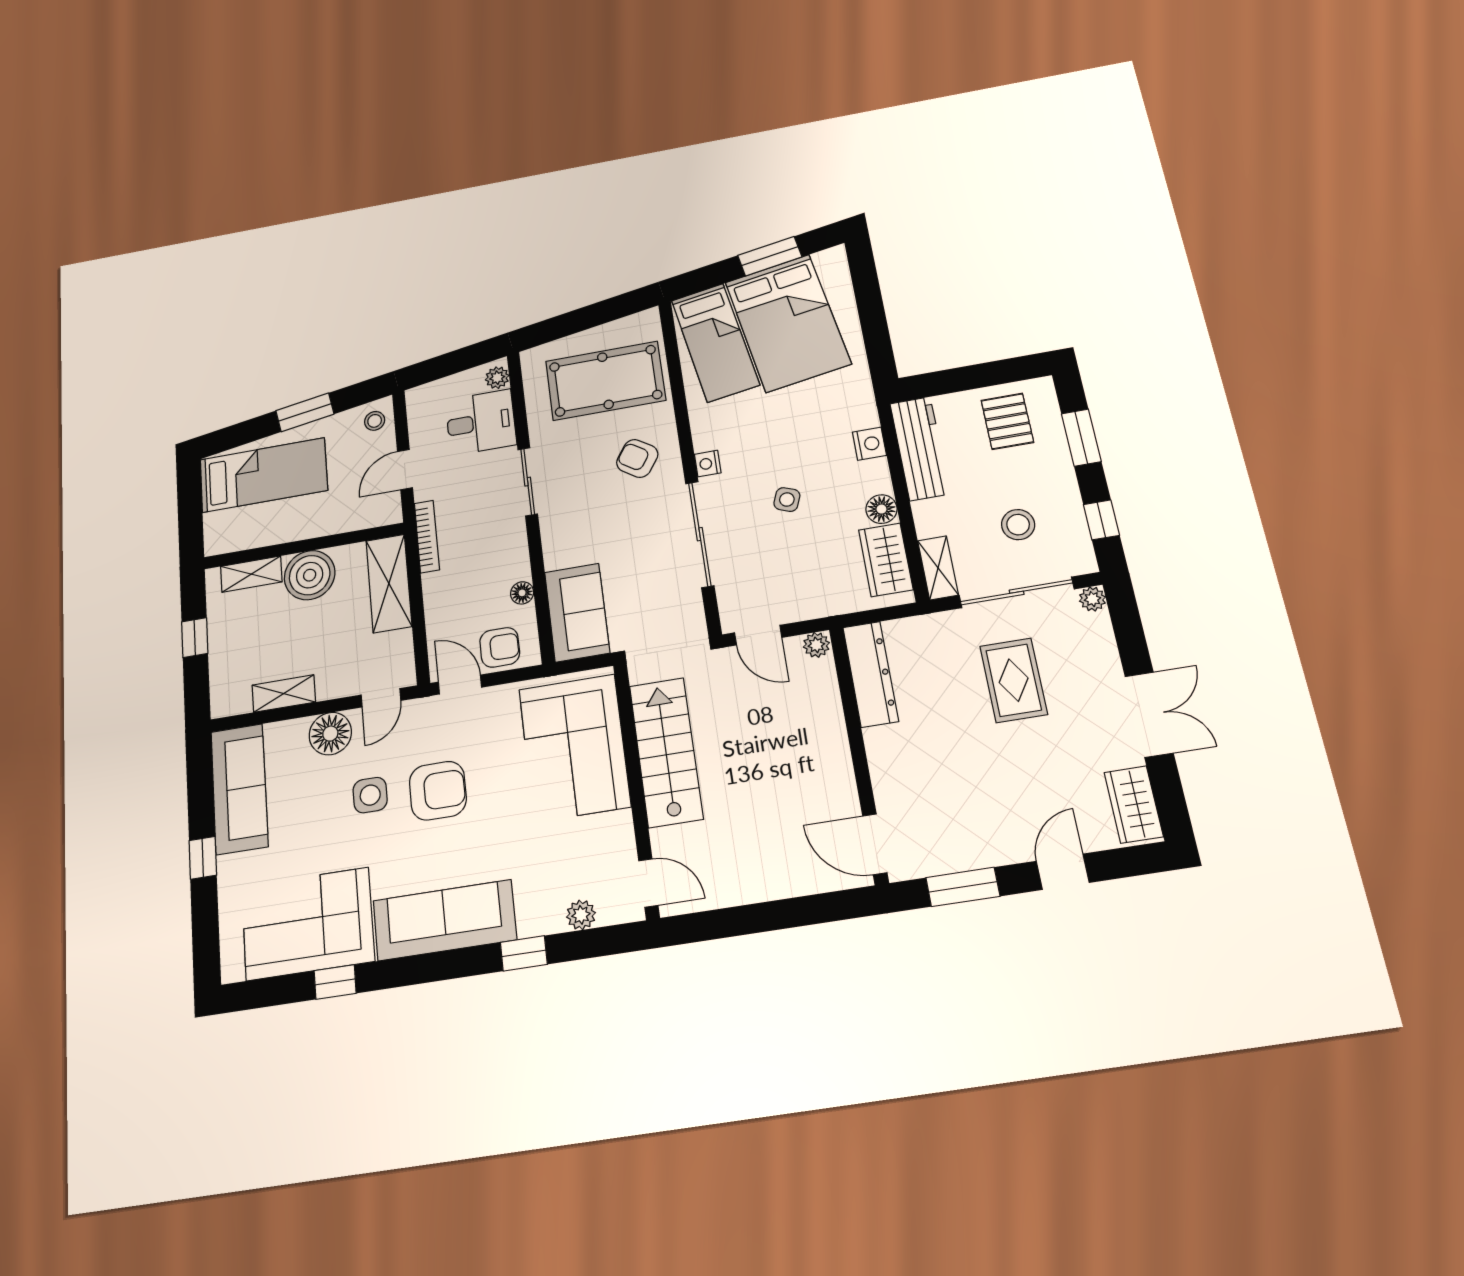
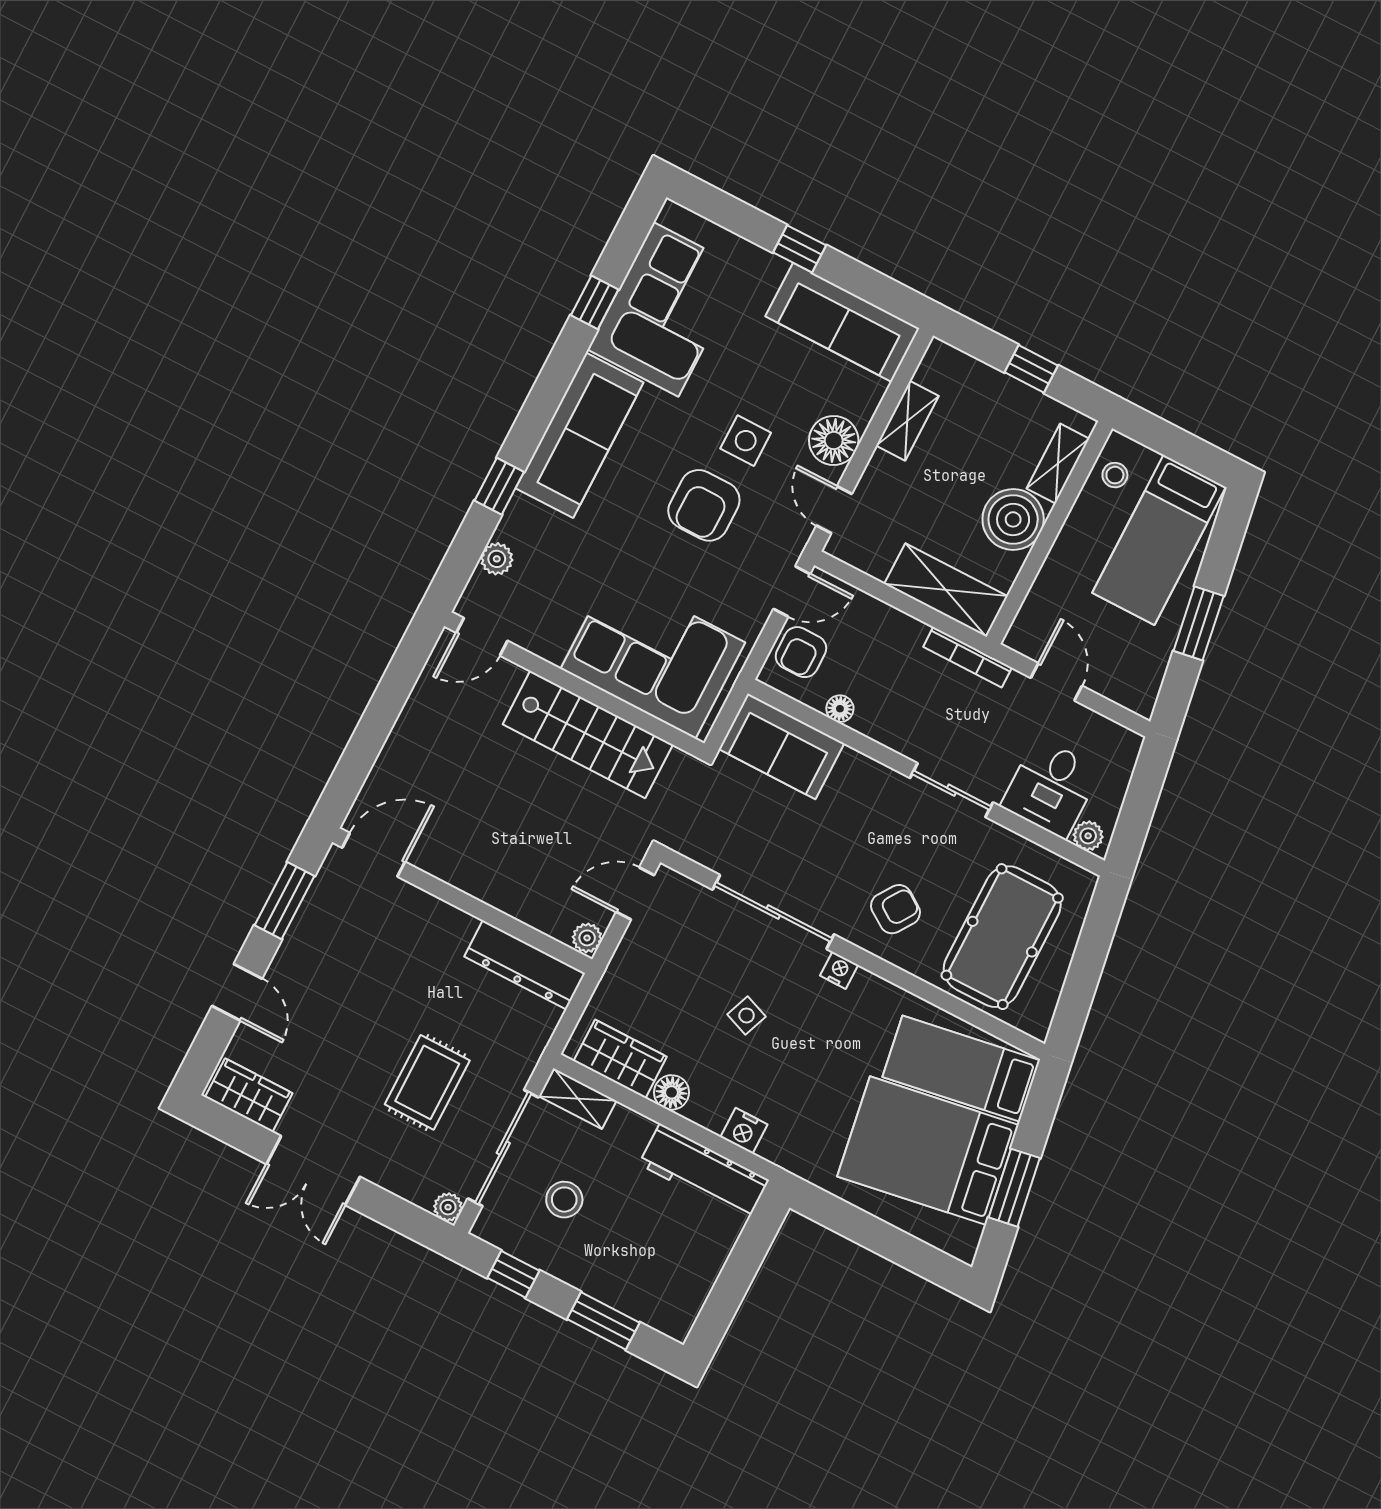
stool: (375, 421) -> (1115, 475), moved
pallet: (1007, 421) -> (670, 1270), removed
rug: (1014, 680) -> (427, 1082), turned 90

